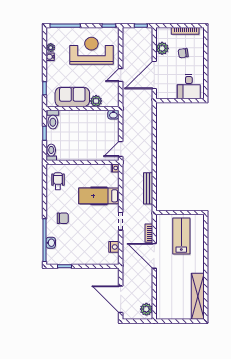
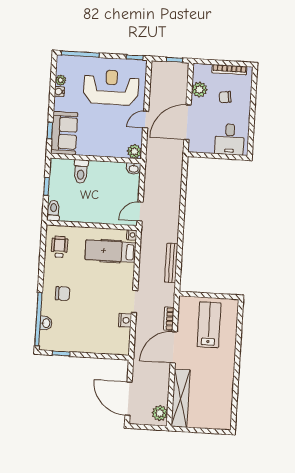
sofa: (72, 97) -> (64, 133), moved, turned 90
plant: (96, 101) -> (134, 151), moved
toilet: (53, 120) -> (81, 171), moved
hospital bed: (99, 196) -> (111, 251), moved
nightstand: (114, 247) -> (125, 320), moved
door: (154, 256) -> (174, 347), hinge flipped
shelving: (198, 296) -> (181, 398), moved

